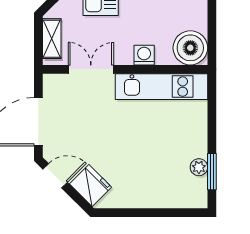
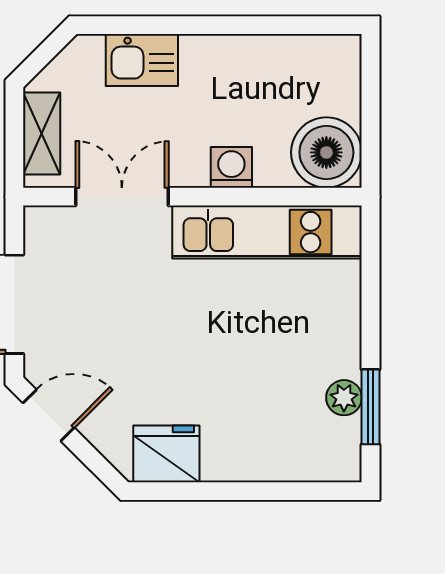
fridge: (90, 185) -> (166, 454), moved, turned -45

